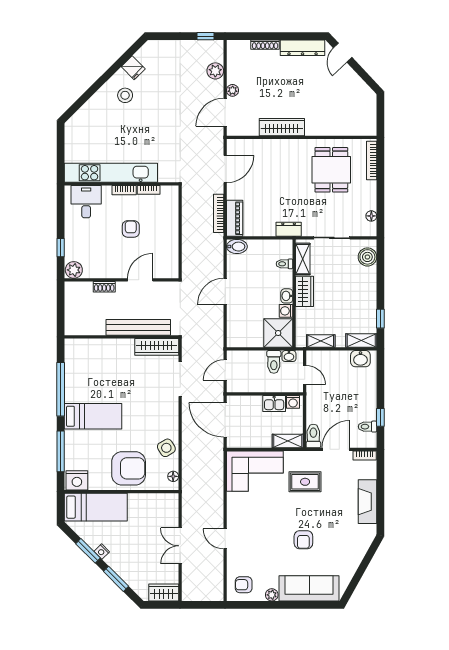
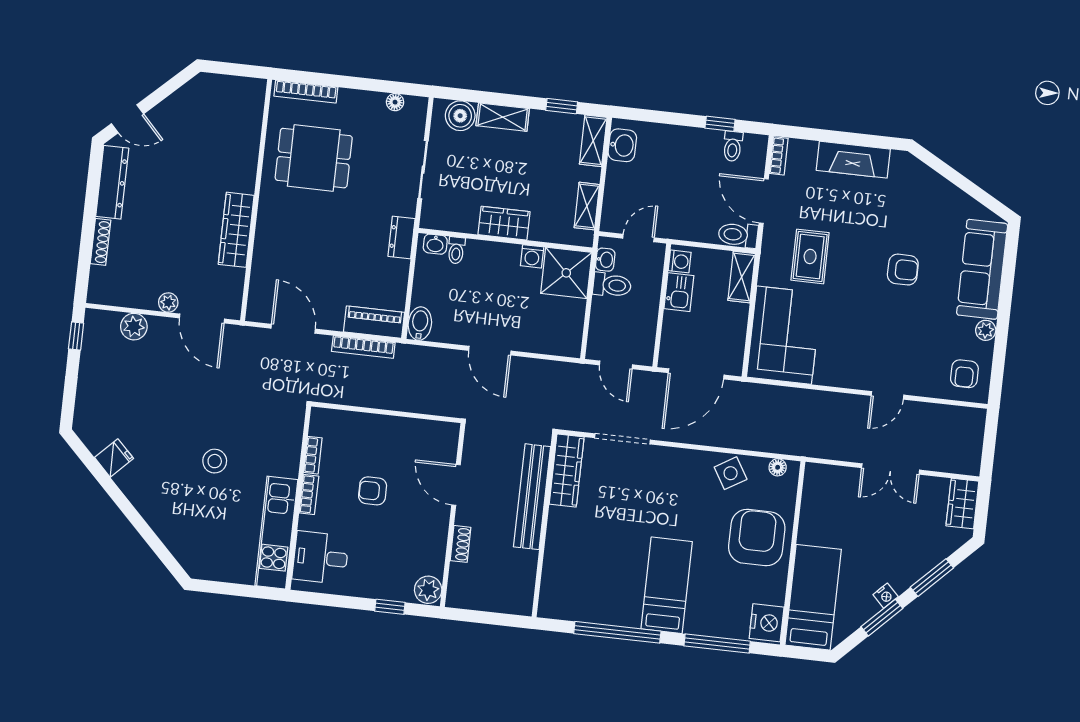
stool: (125, 95) -> (215, 461), moved
kitchen unit: (111, 173) -> (276, 533), width x0.73
shelving: (303, 259) -> (503, 117), moved
washbasin: (287, 296) -> (435, 244), moved

